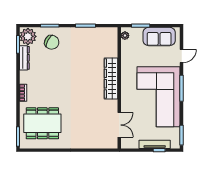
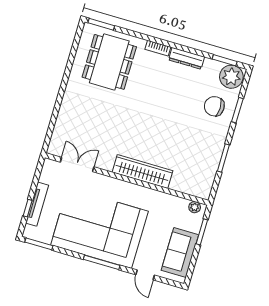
chair: (52, 42) -> (214, 106), turned 61
dresser: (24, 58) -> (187, 58), moved
double door: (119, 125) -> (77, 164), swing flipped

